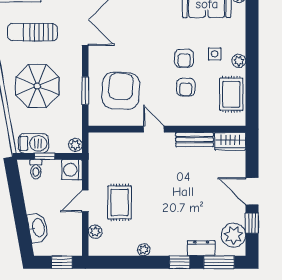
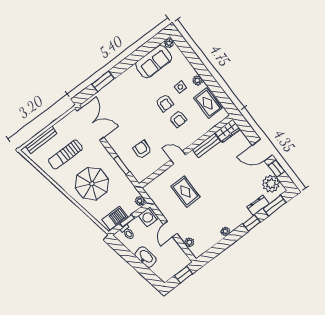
armchair: (121, 91) -> (142, 150), width x0.53, depth x0.53
rug: (119, 202) -> (185, 192), moved
washbasin: (38, 228) -> (146, 257), moved

